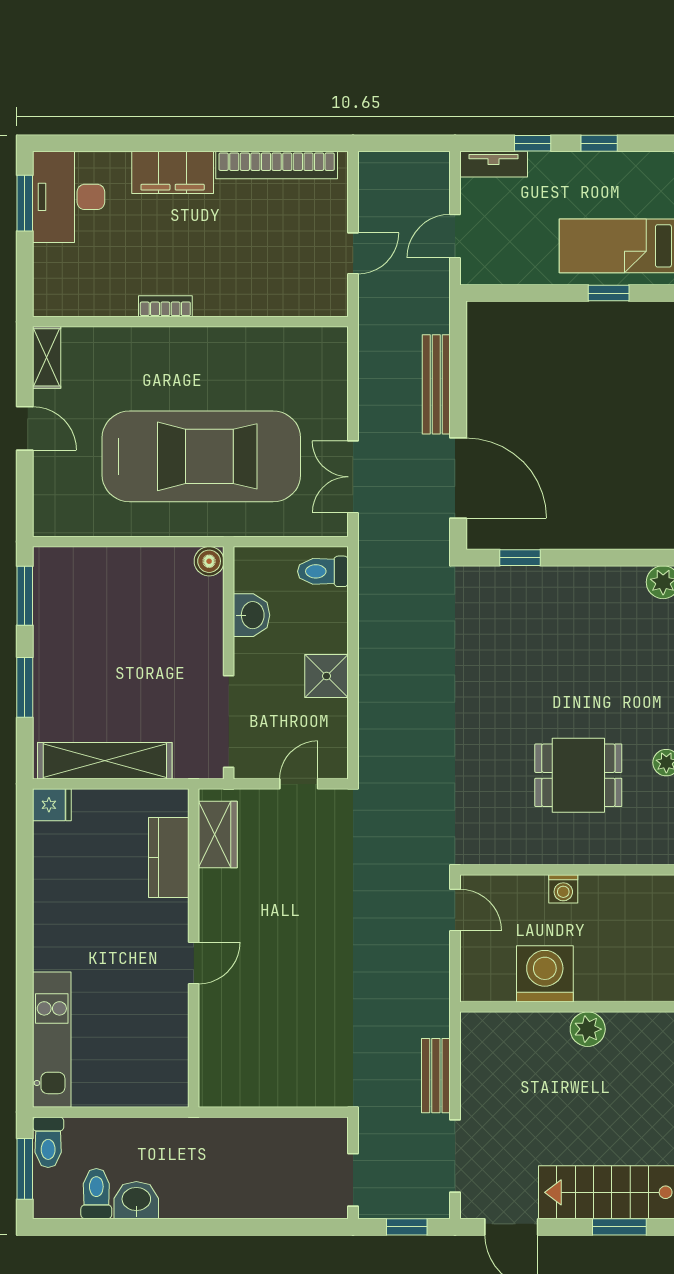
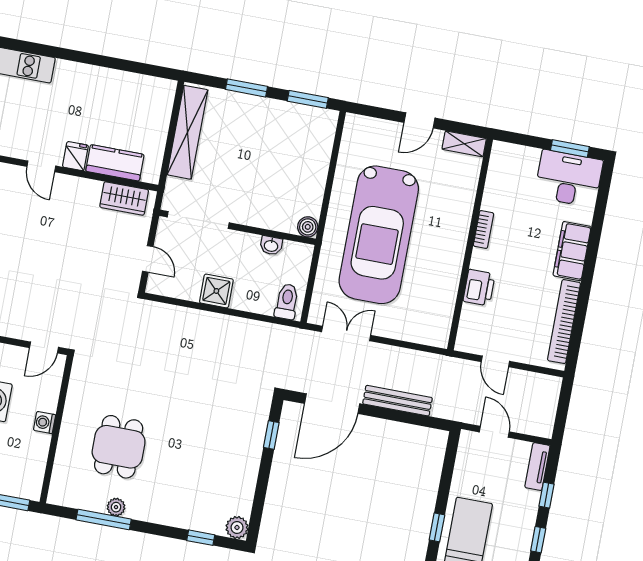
printer: (250, 297) -> (479, 288), added
washbasin: (252, 615) -> (271, 246), width x0.72, depth x0.69
fridge: (52, 805) -> (75, 156), moved, turned 180

